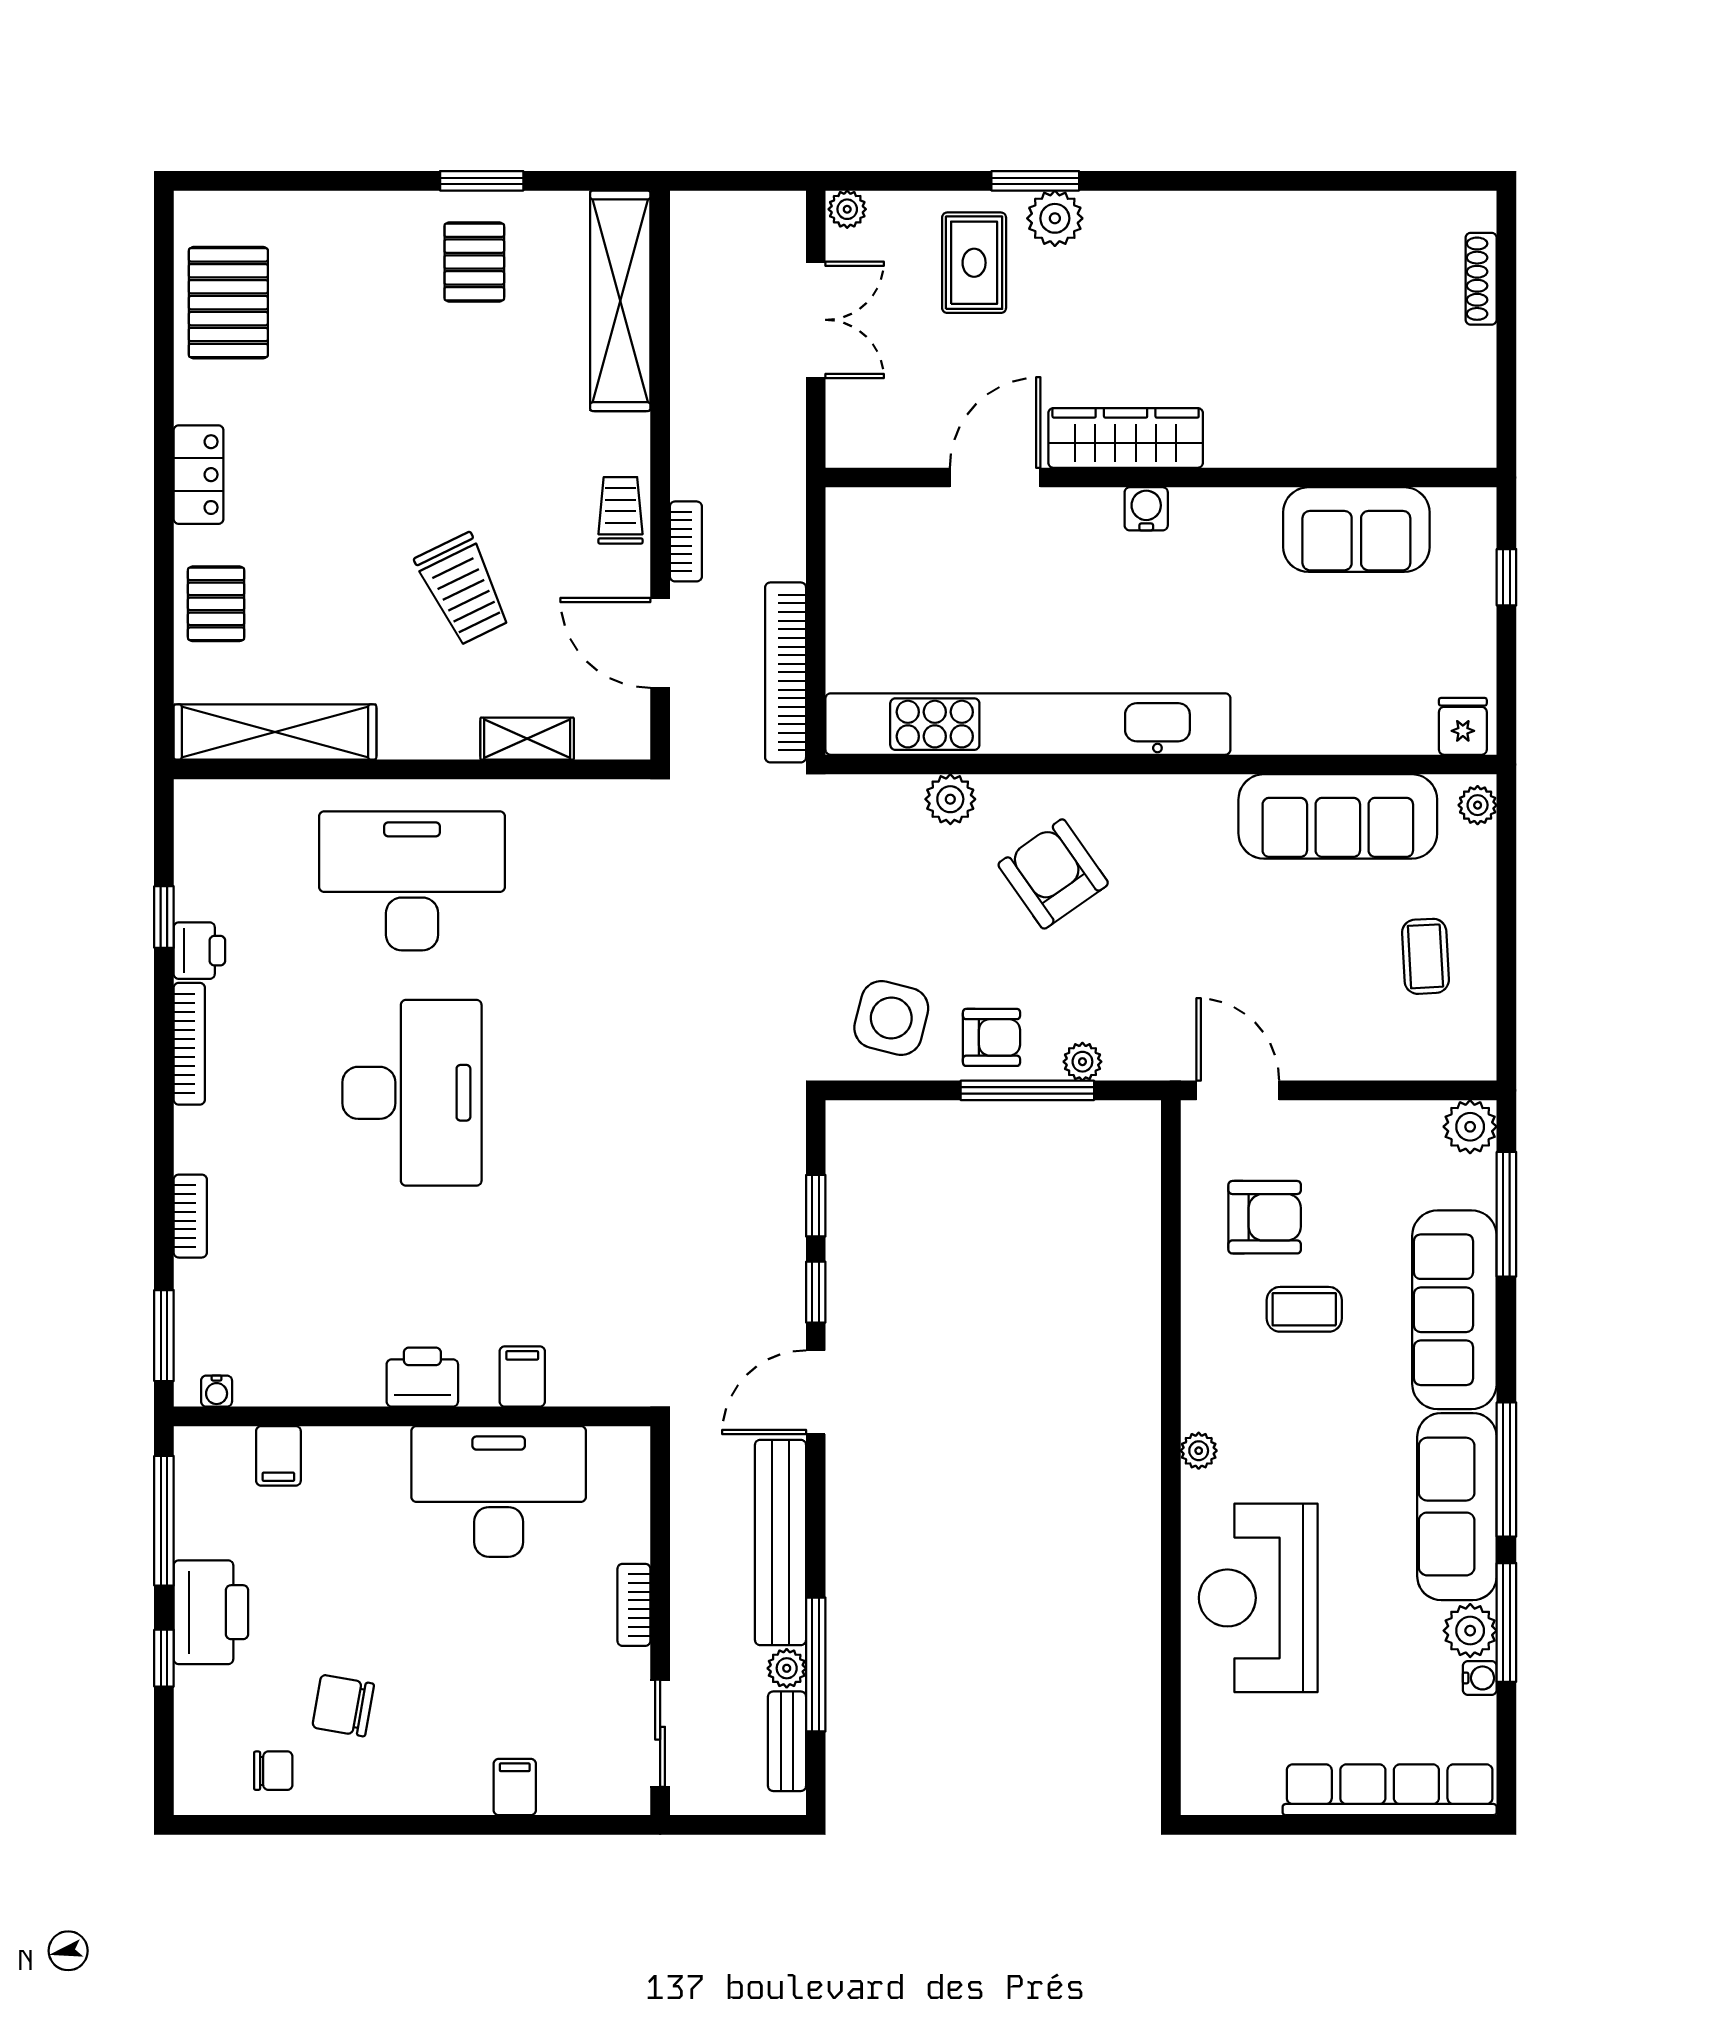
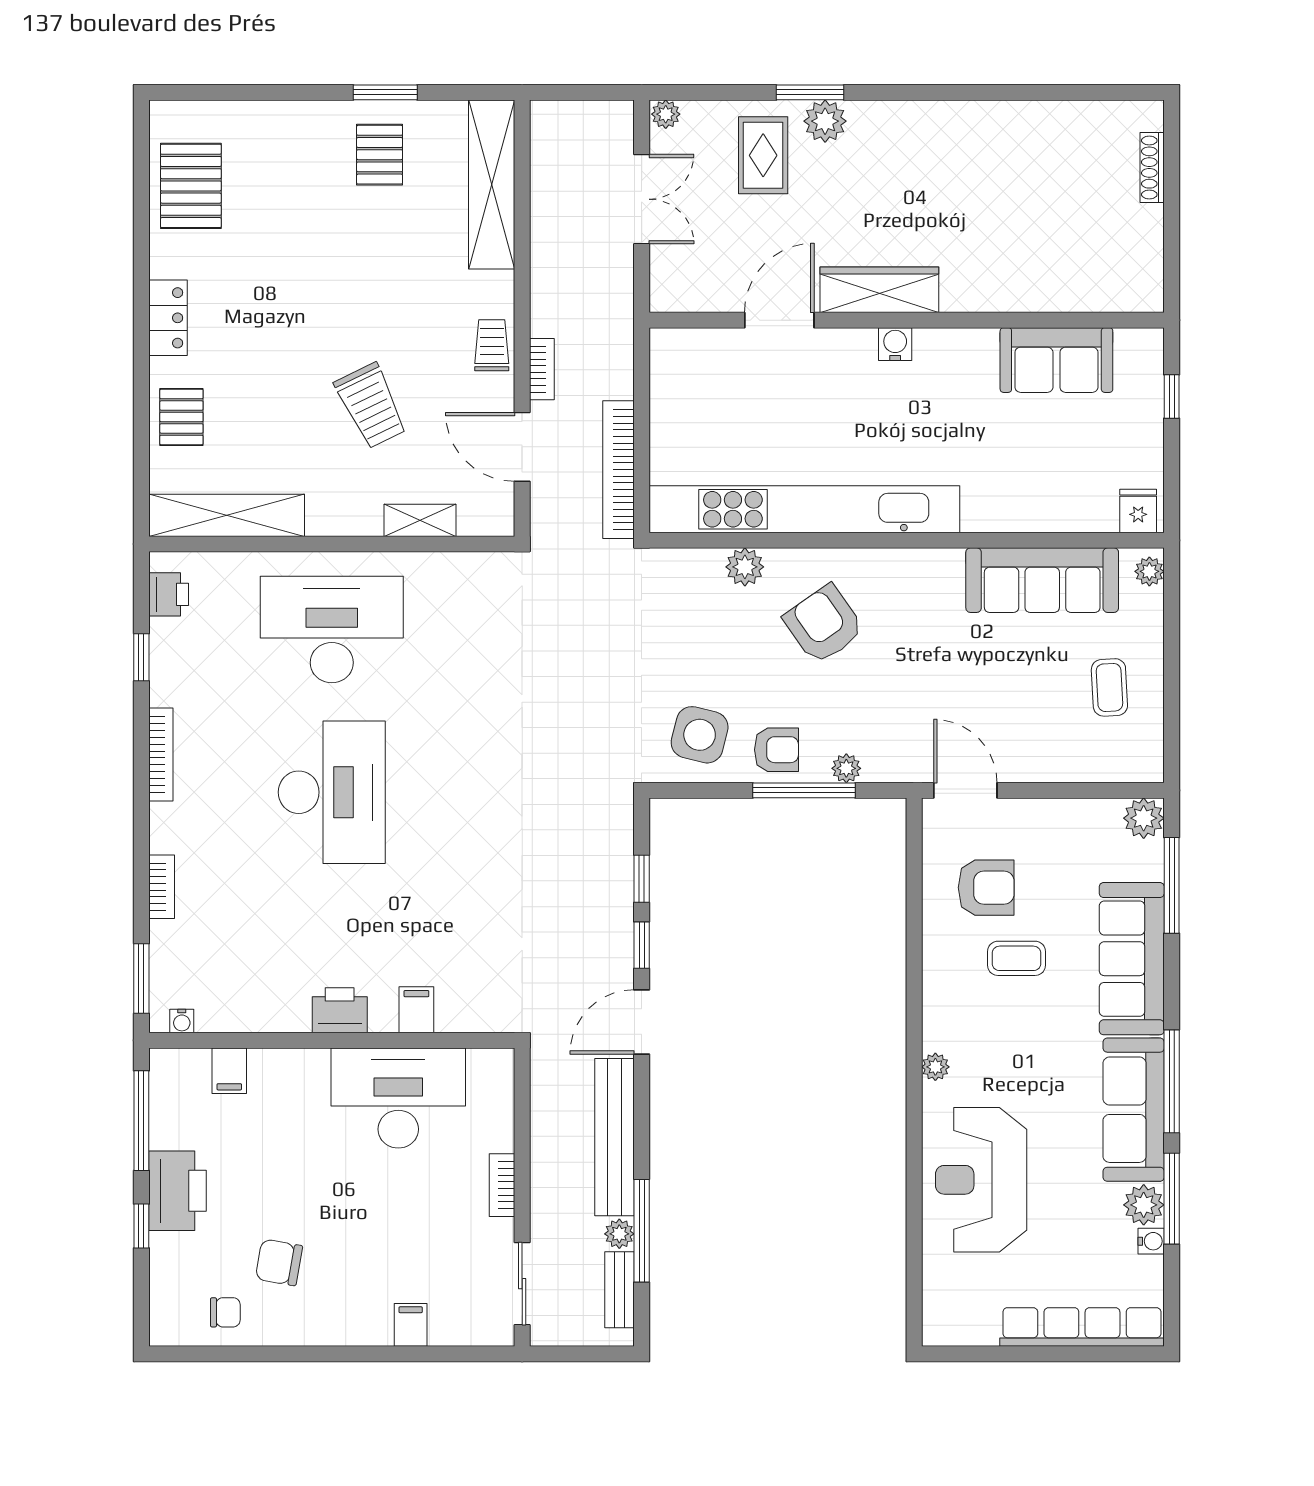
printer: (199, 951) -> (169, 594), moved

